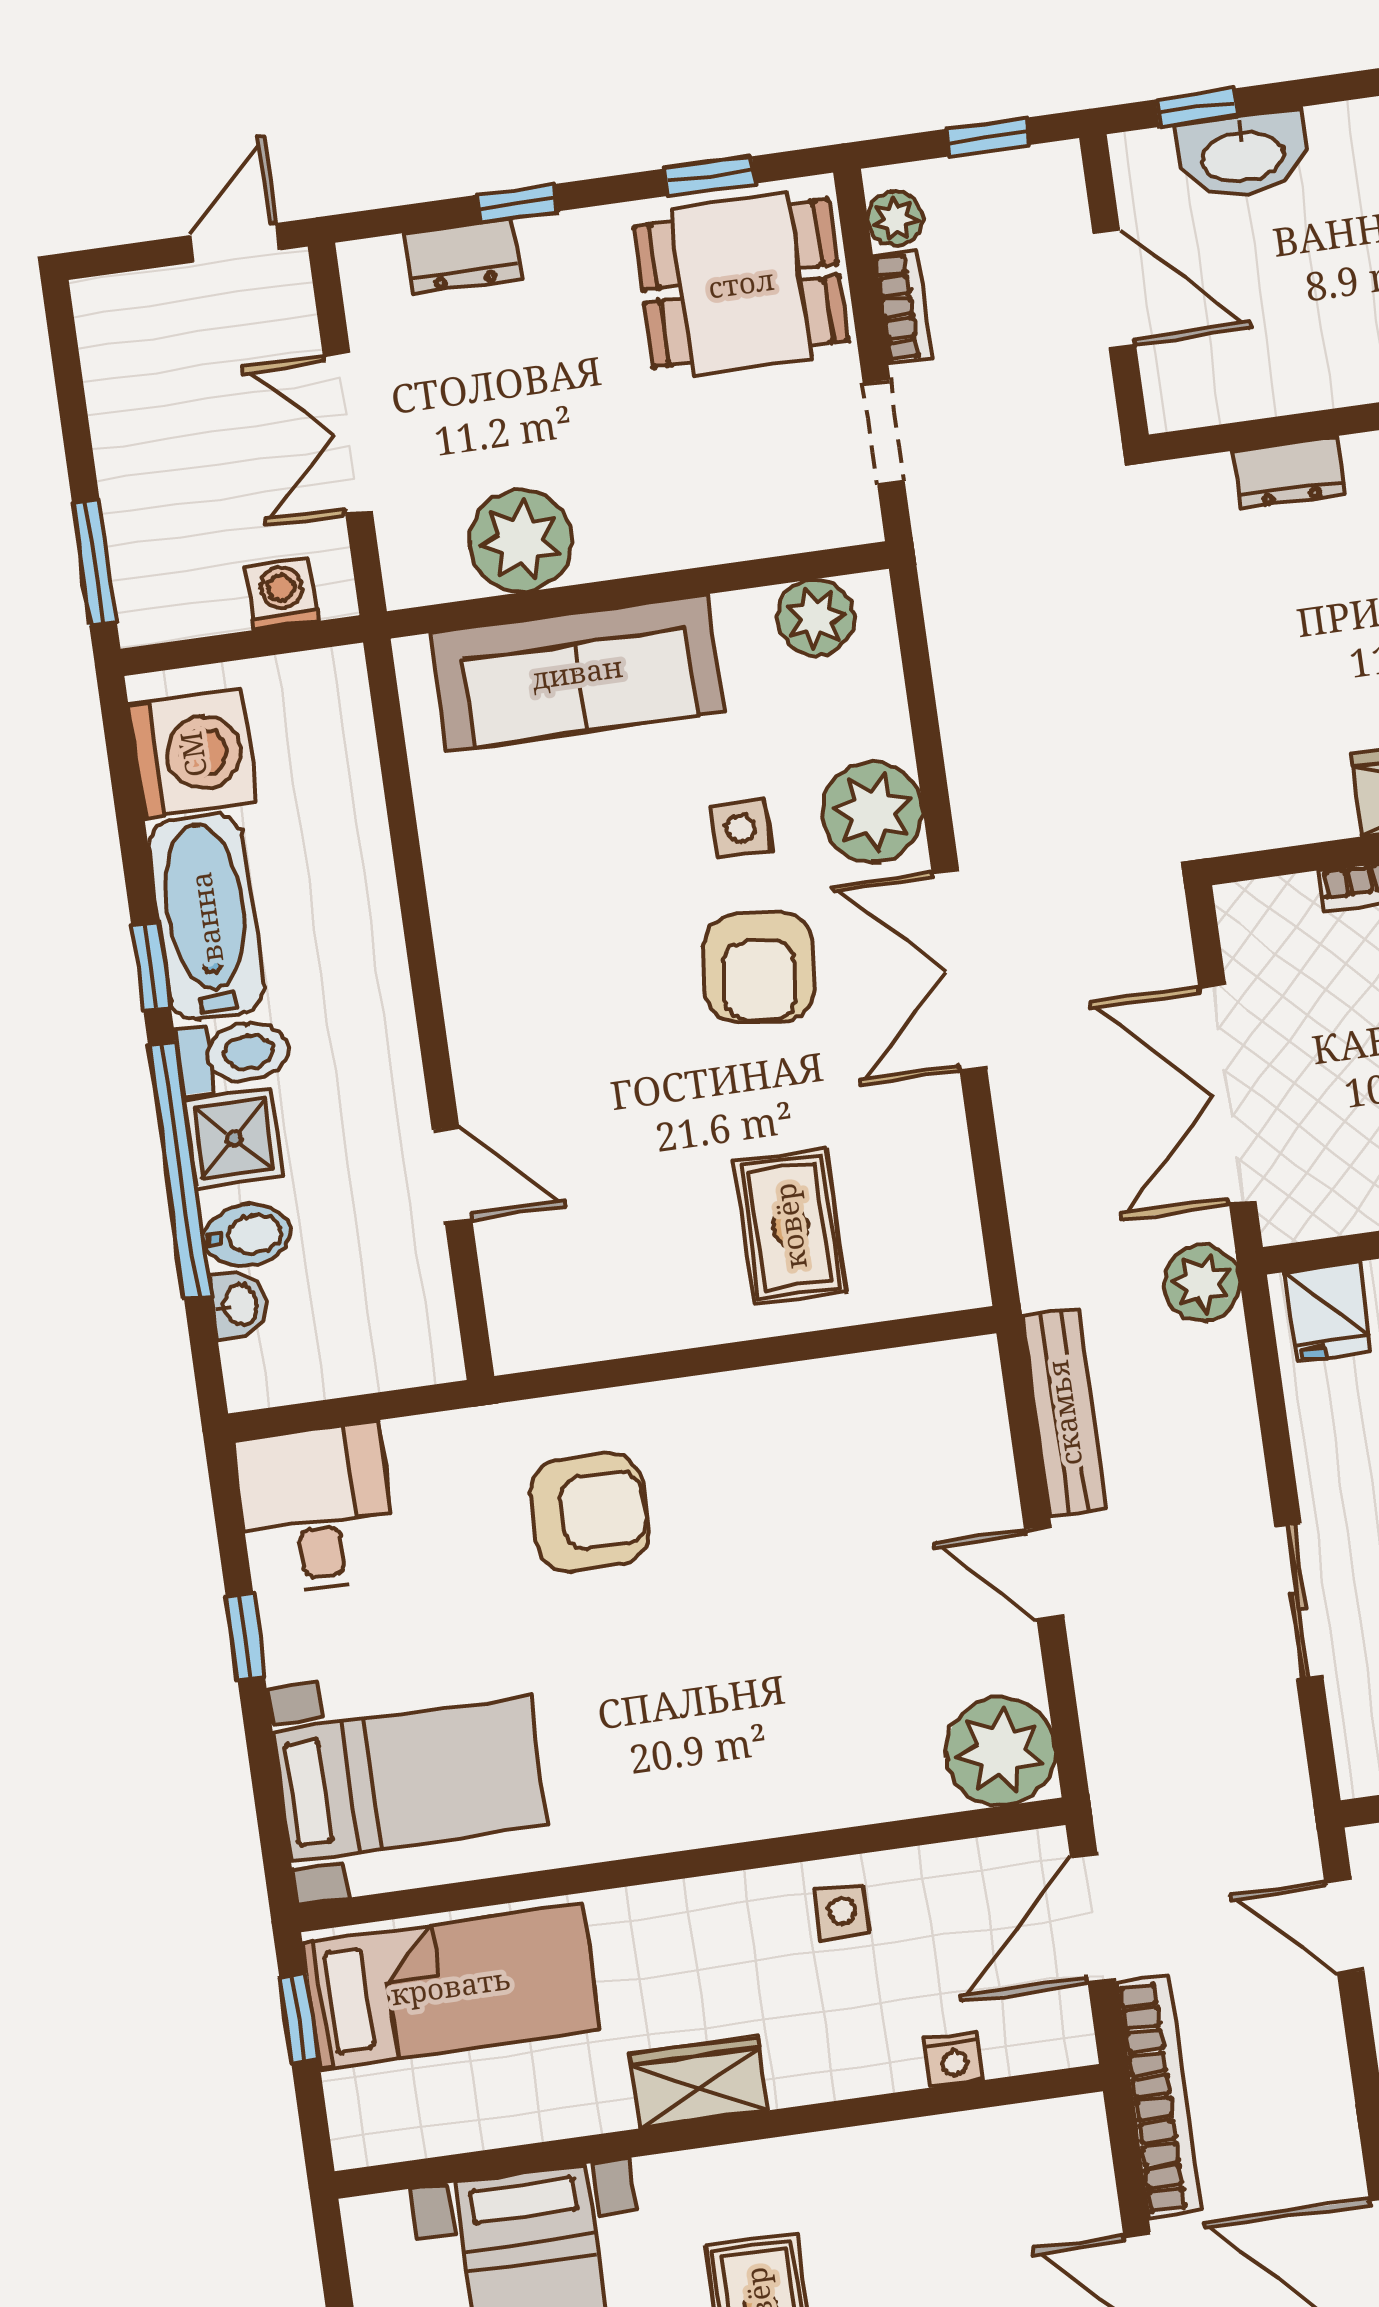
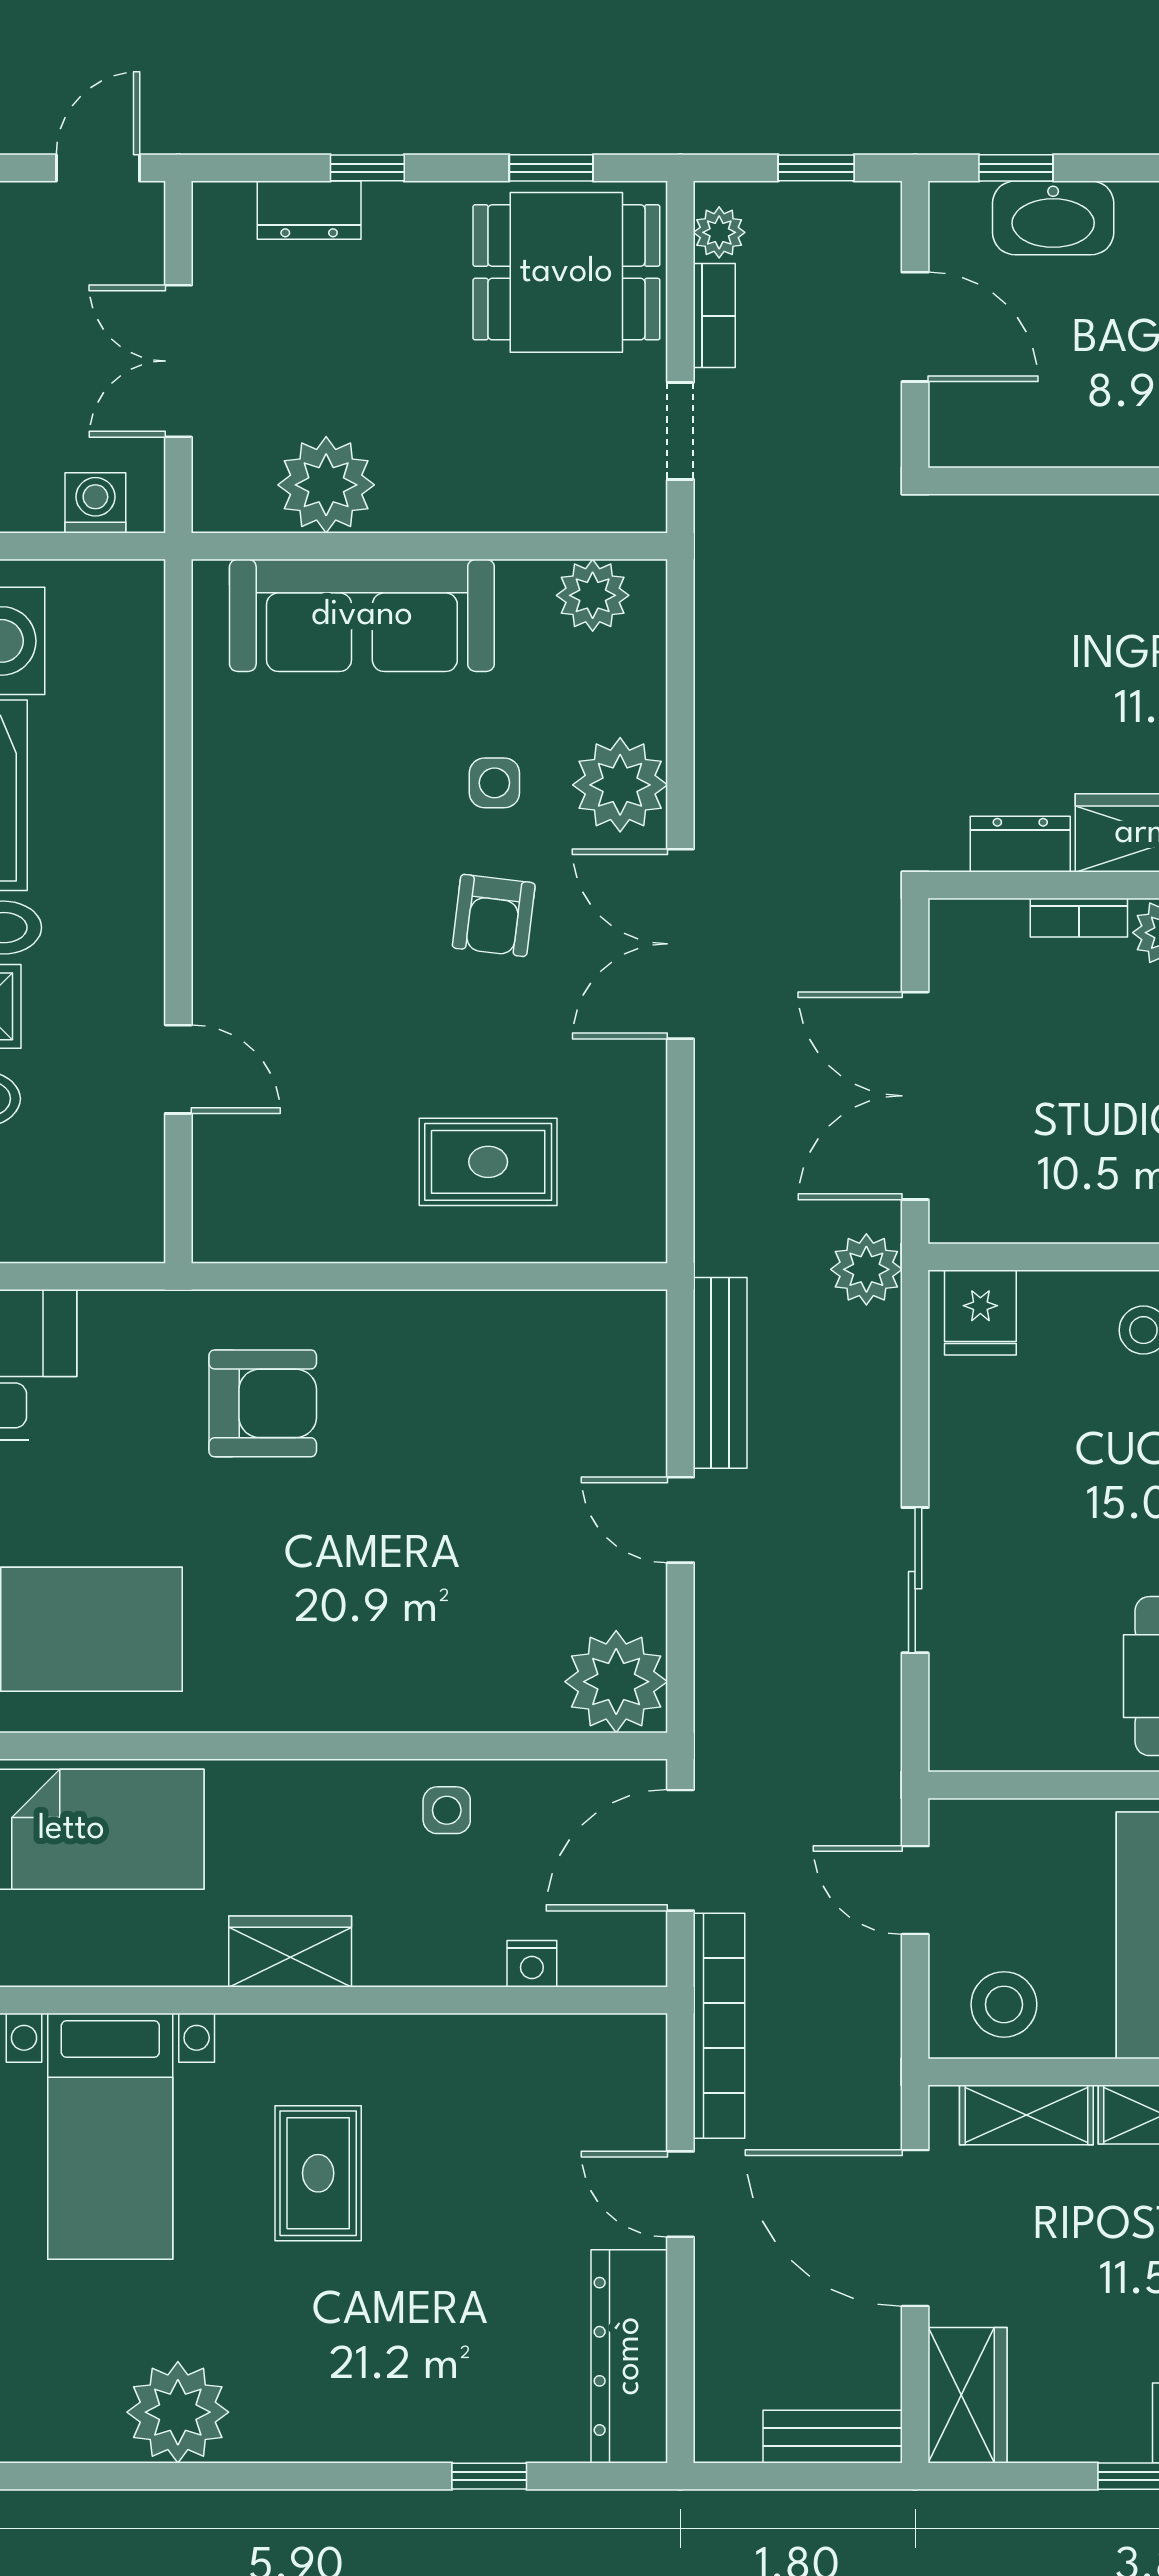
dresser: (1289, 473) -> (1020, 844), moved, turned 180
armchair: (760, 967) -> (494, 915), width x0.72, depth x0.72
rug: (790, 1226) -> (488, 1162), turned 90

